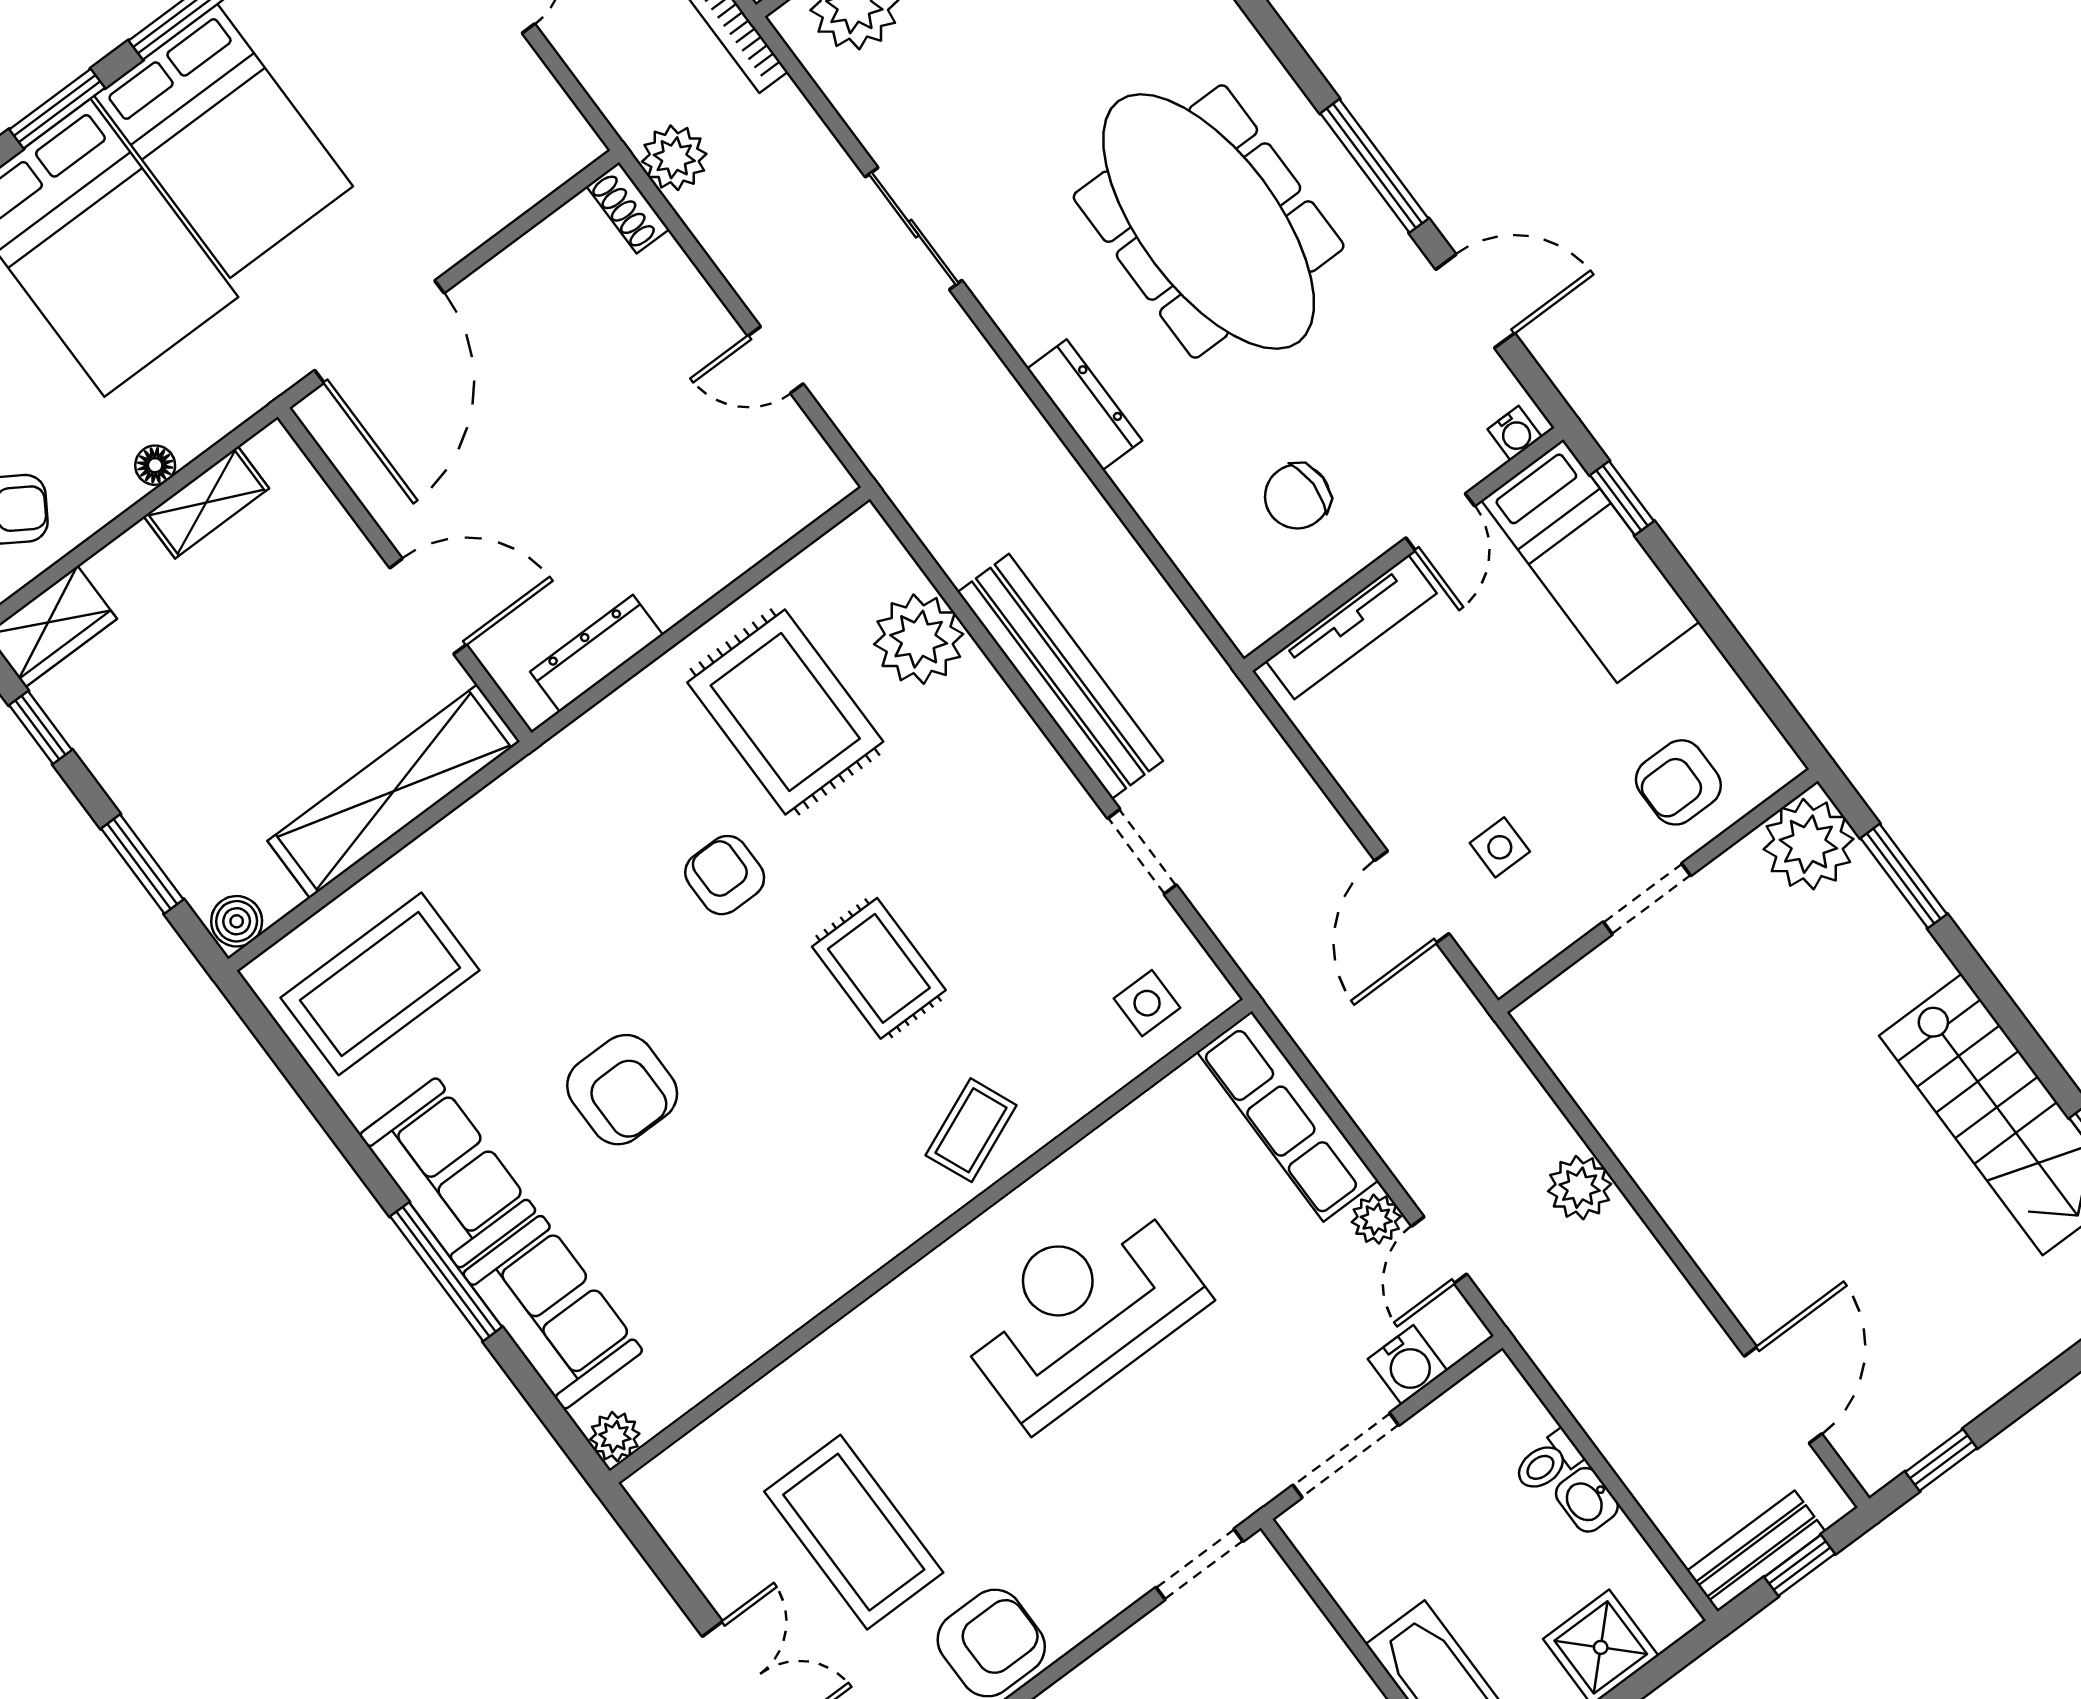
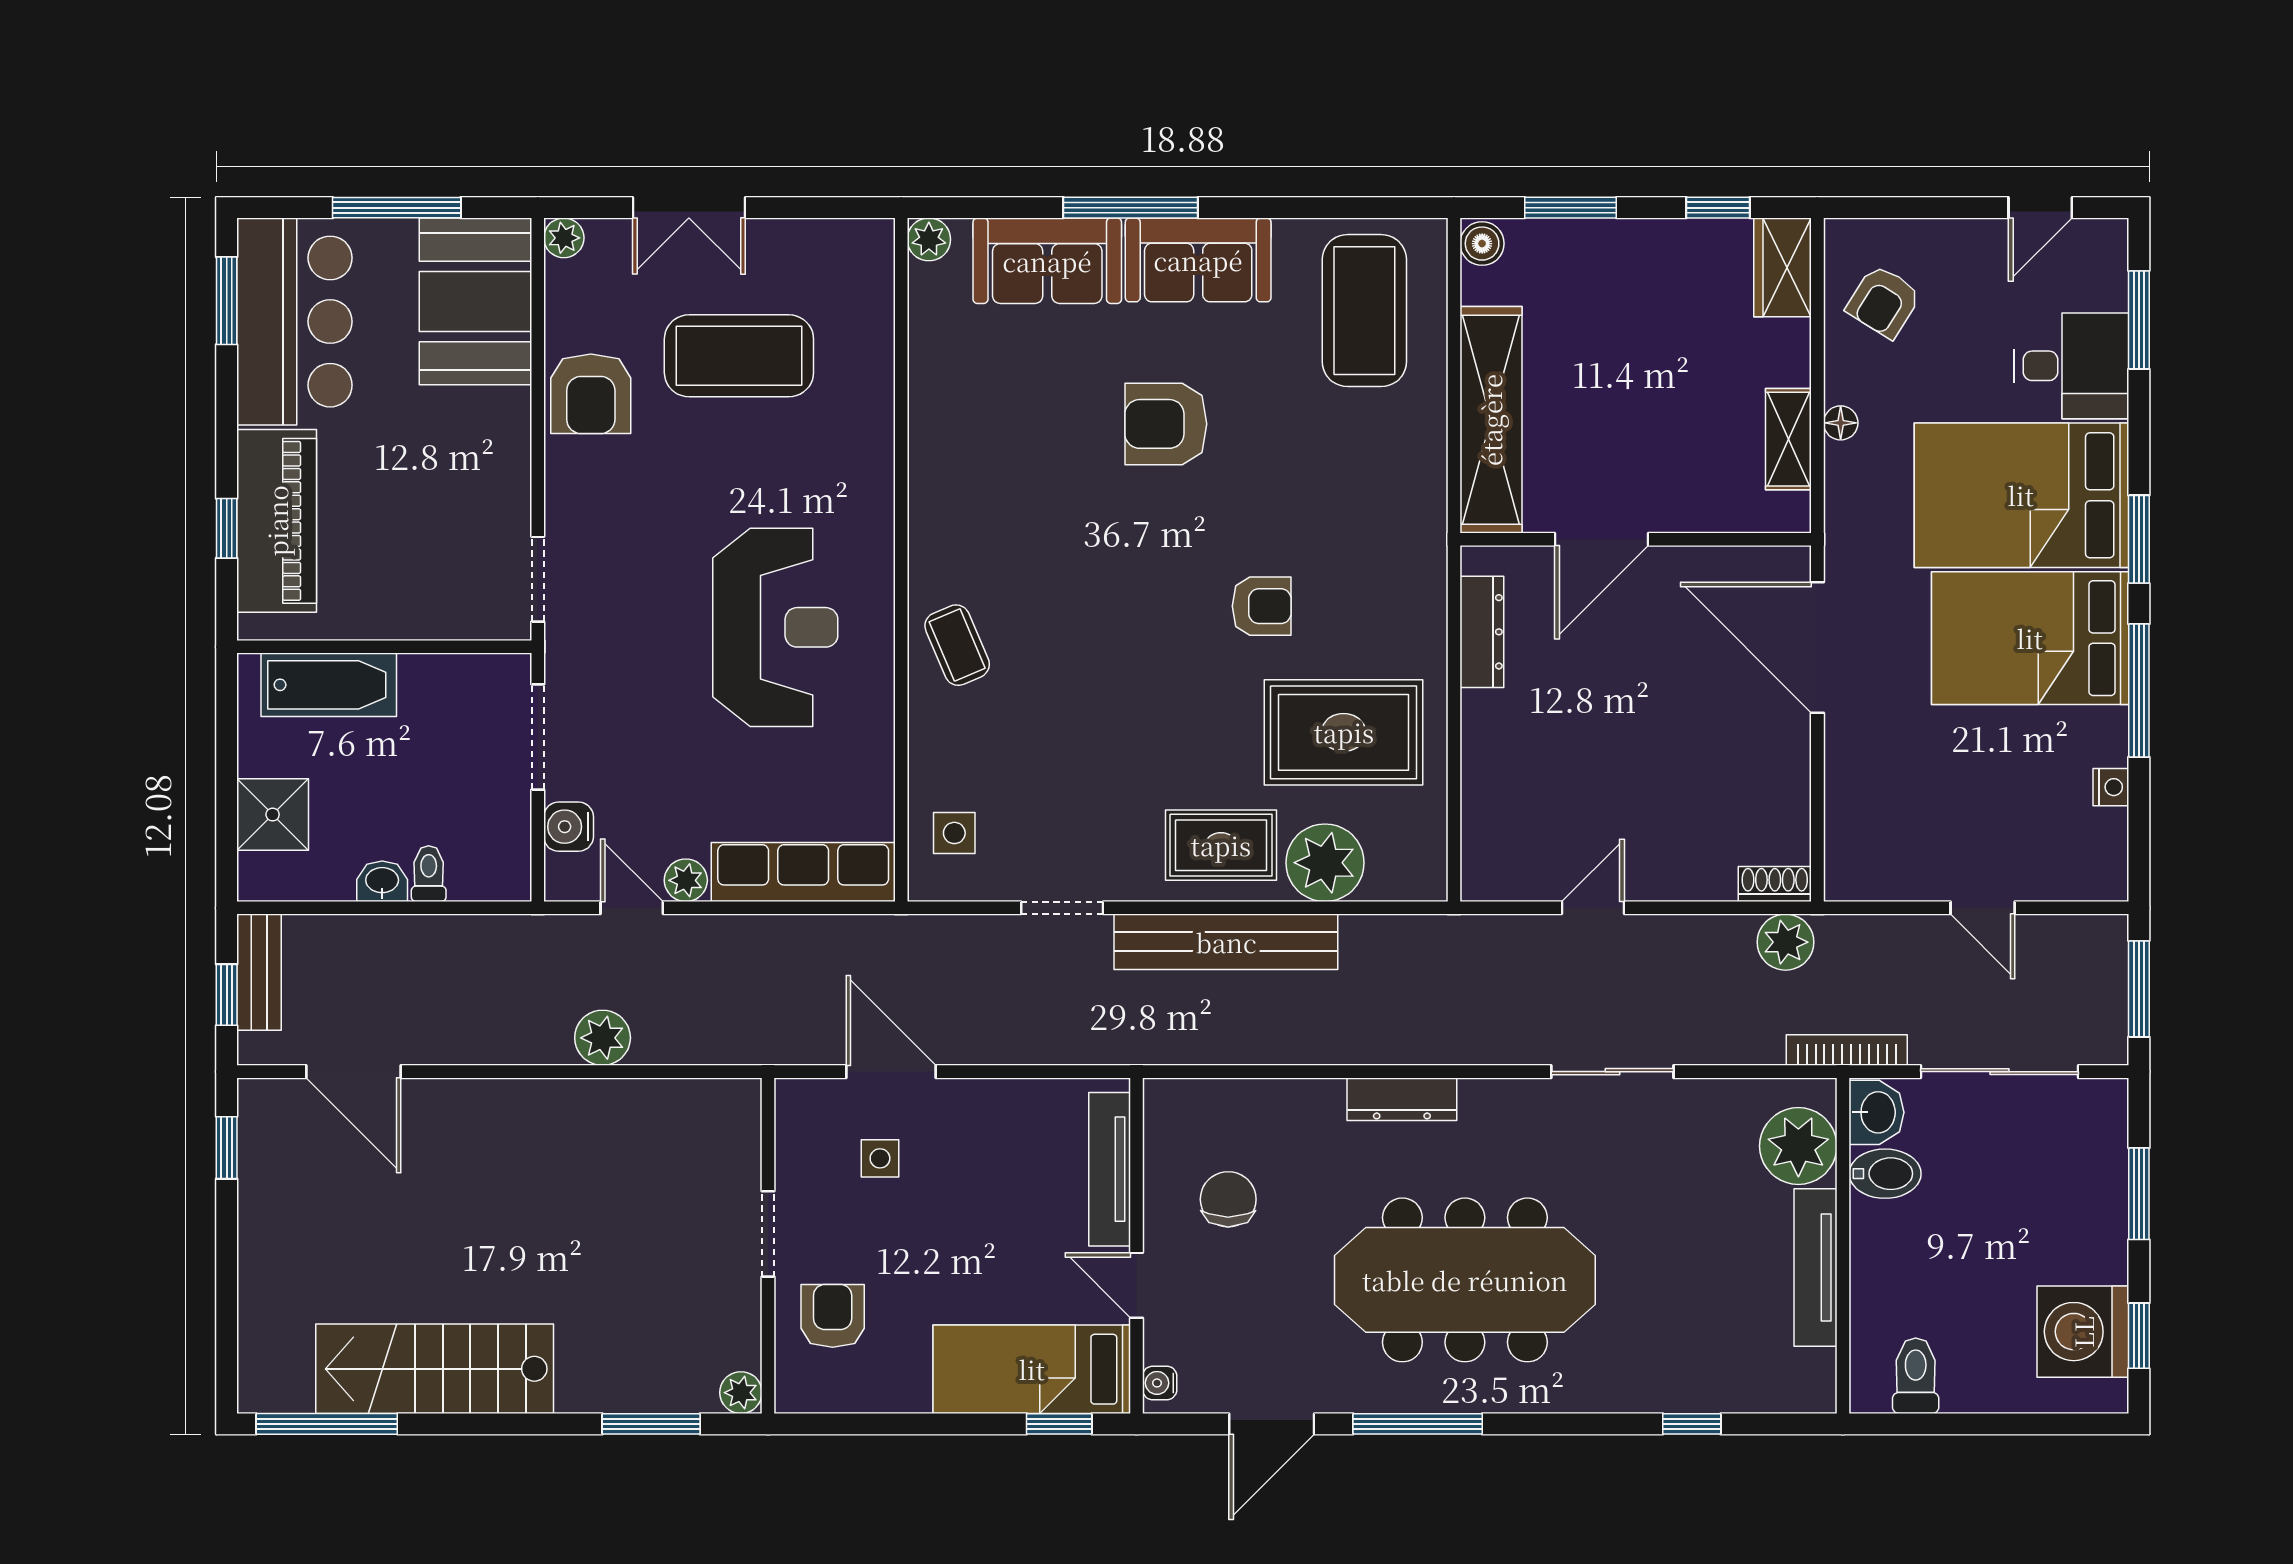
plant: (1808, 844) -> (741, 1393), width x0.53, depth x0.53
rug: (879, 968) -> (1221, 845), moved

